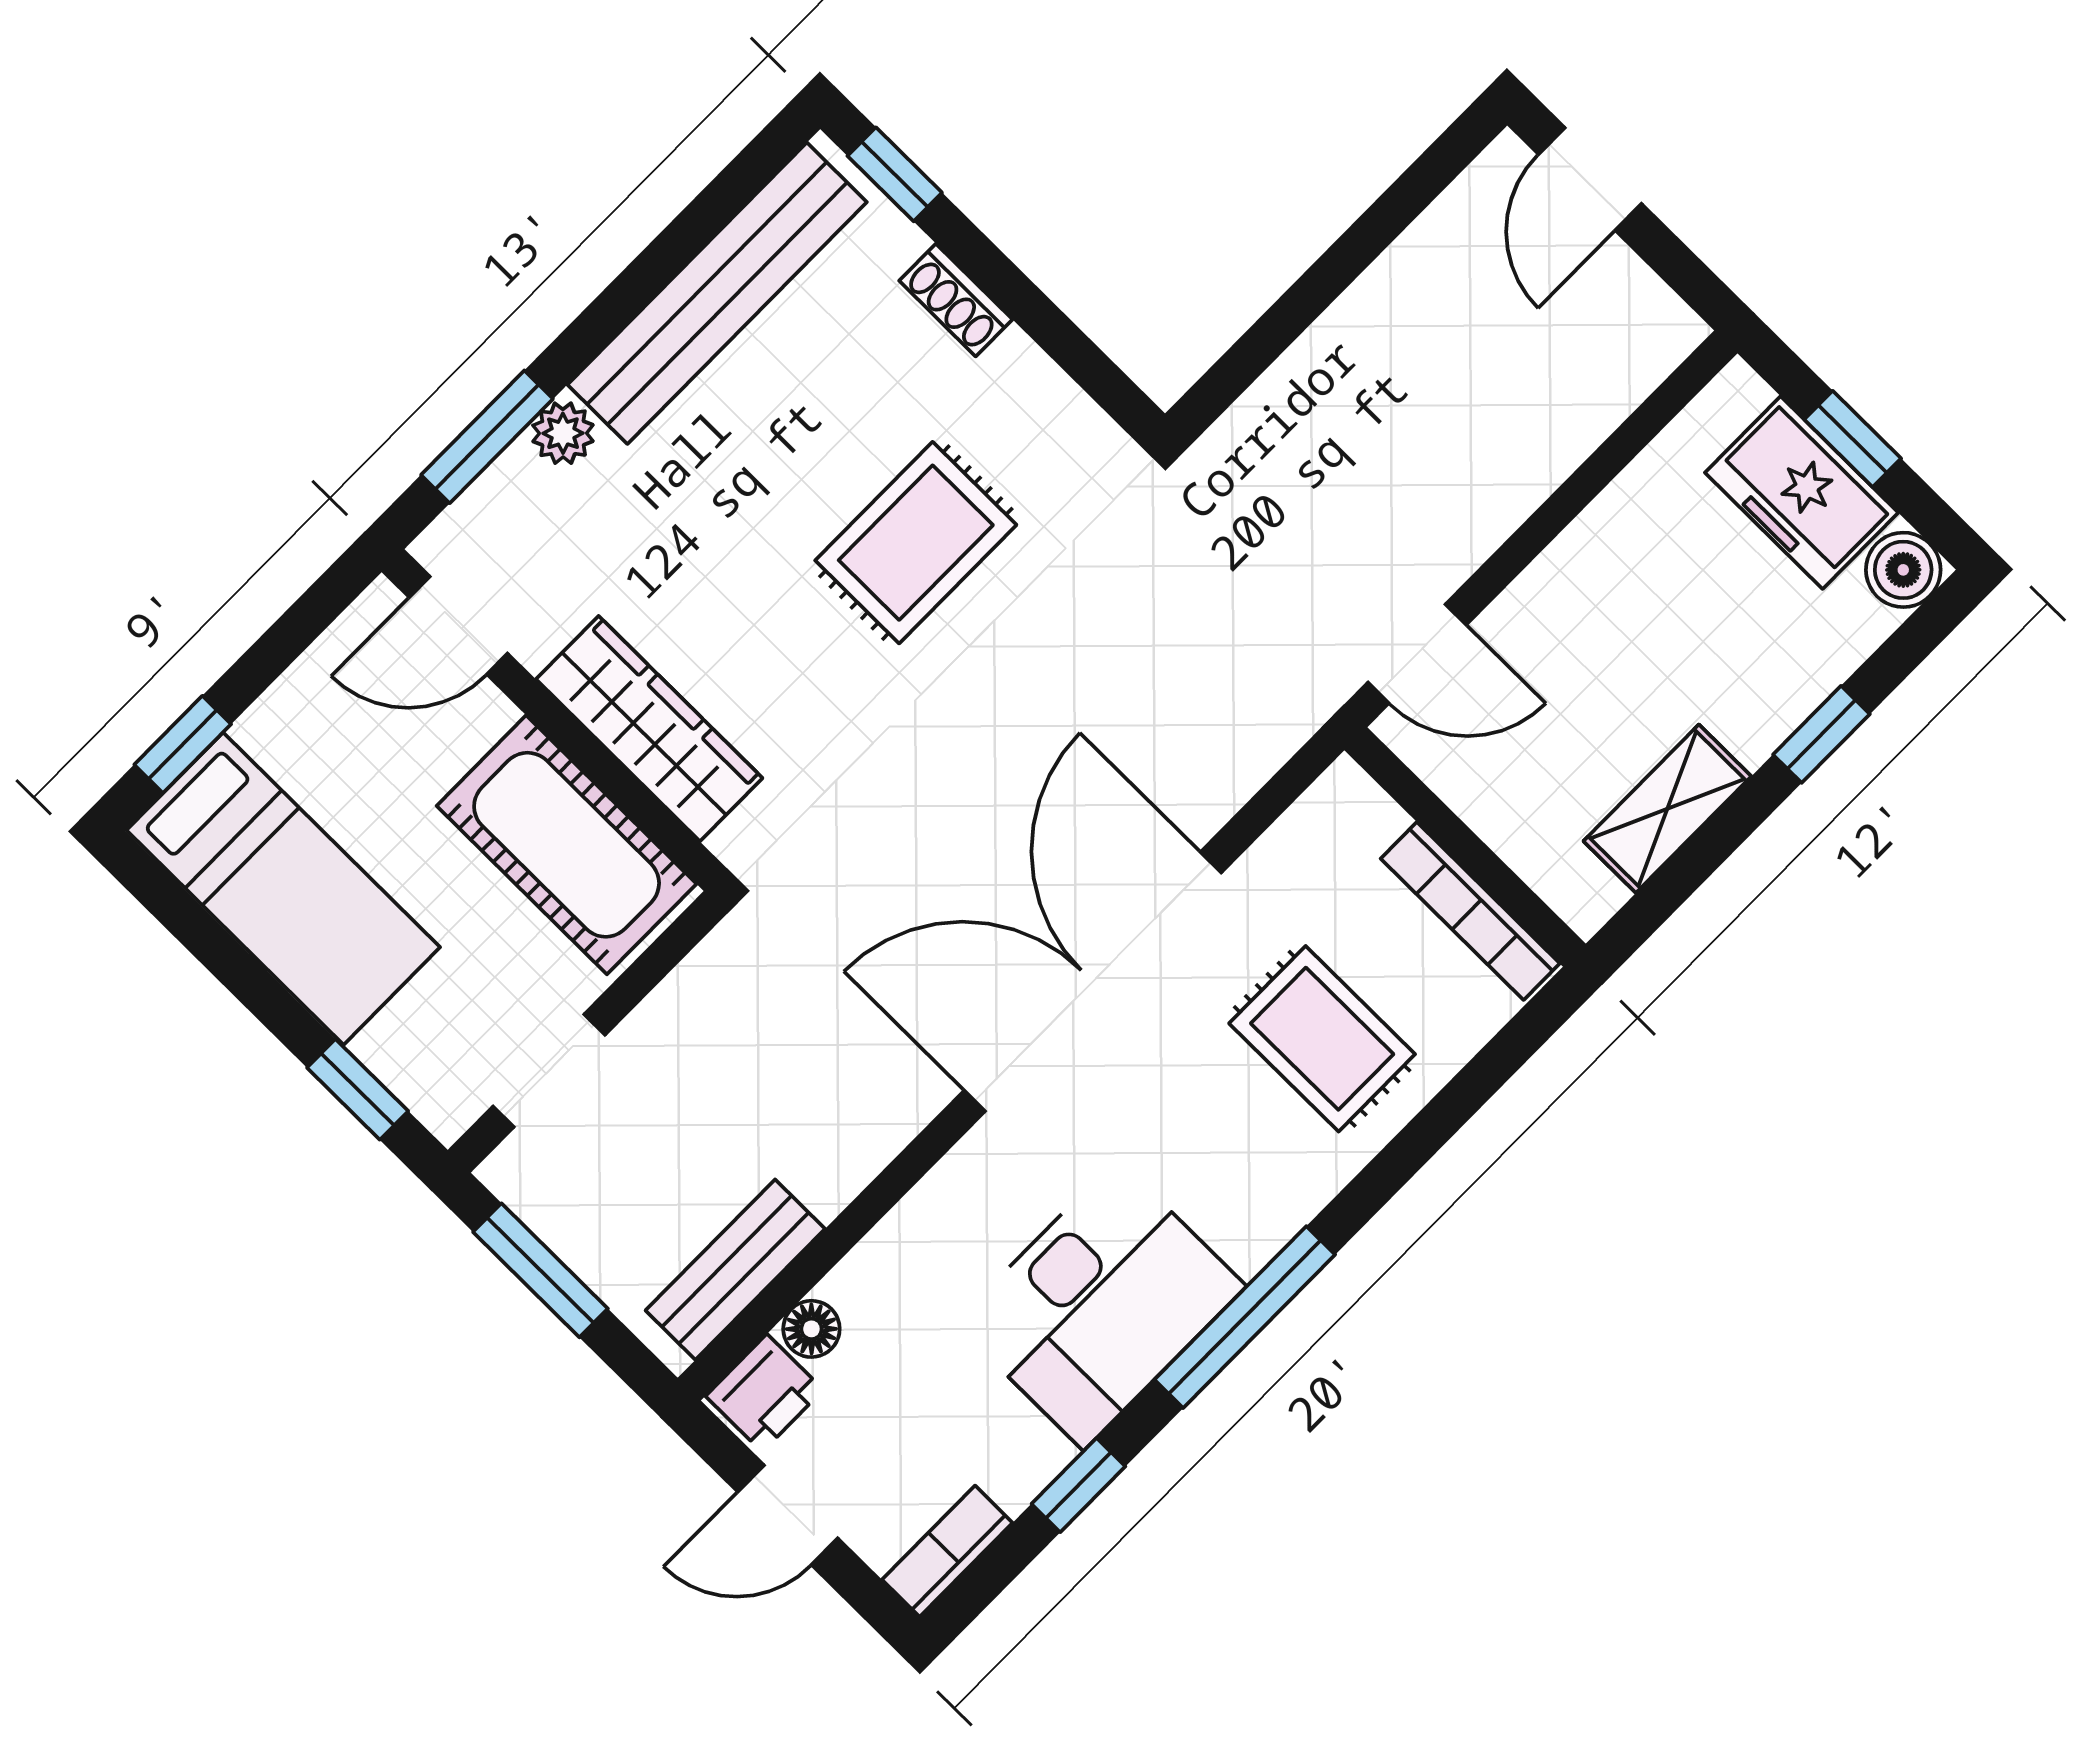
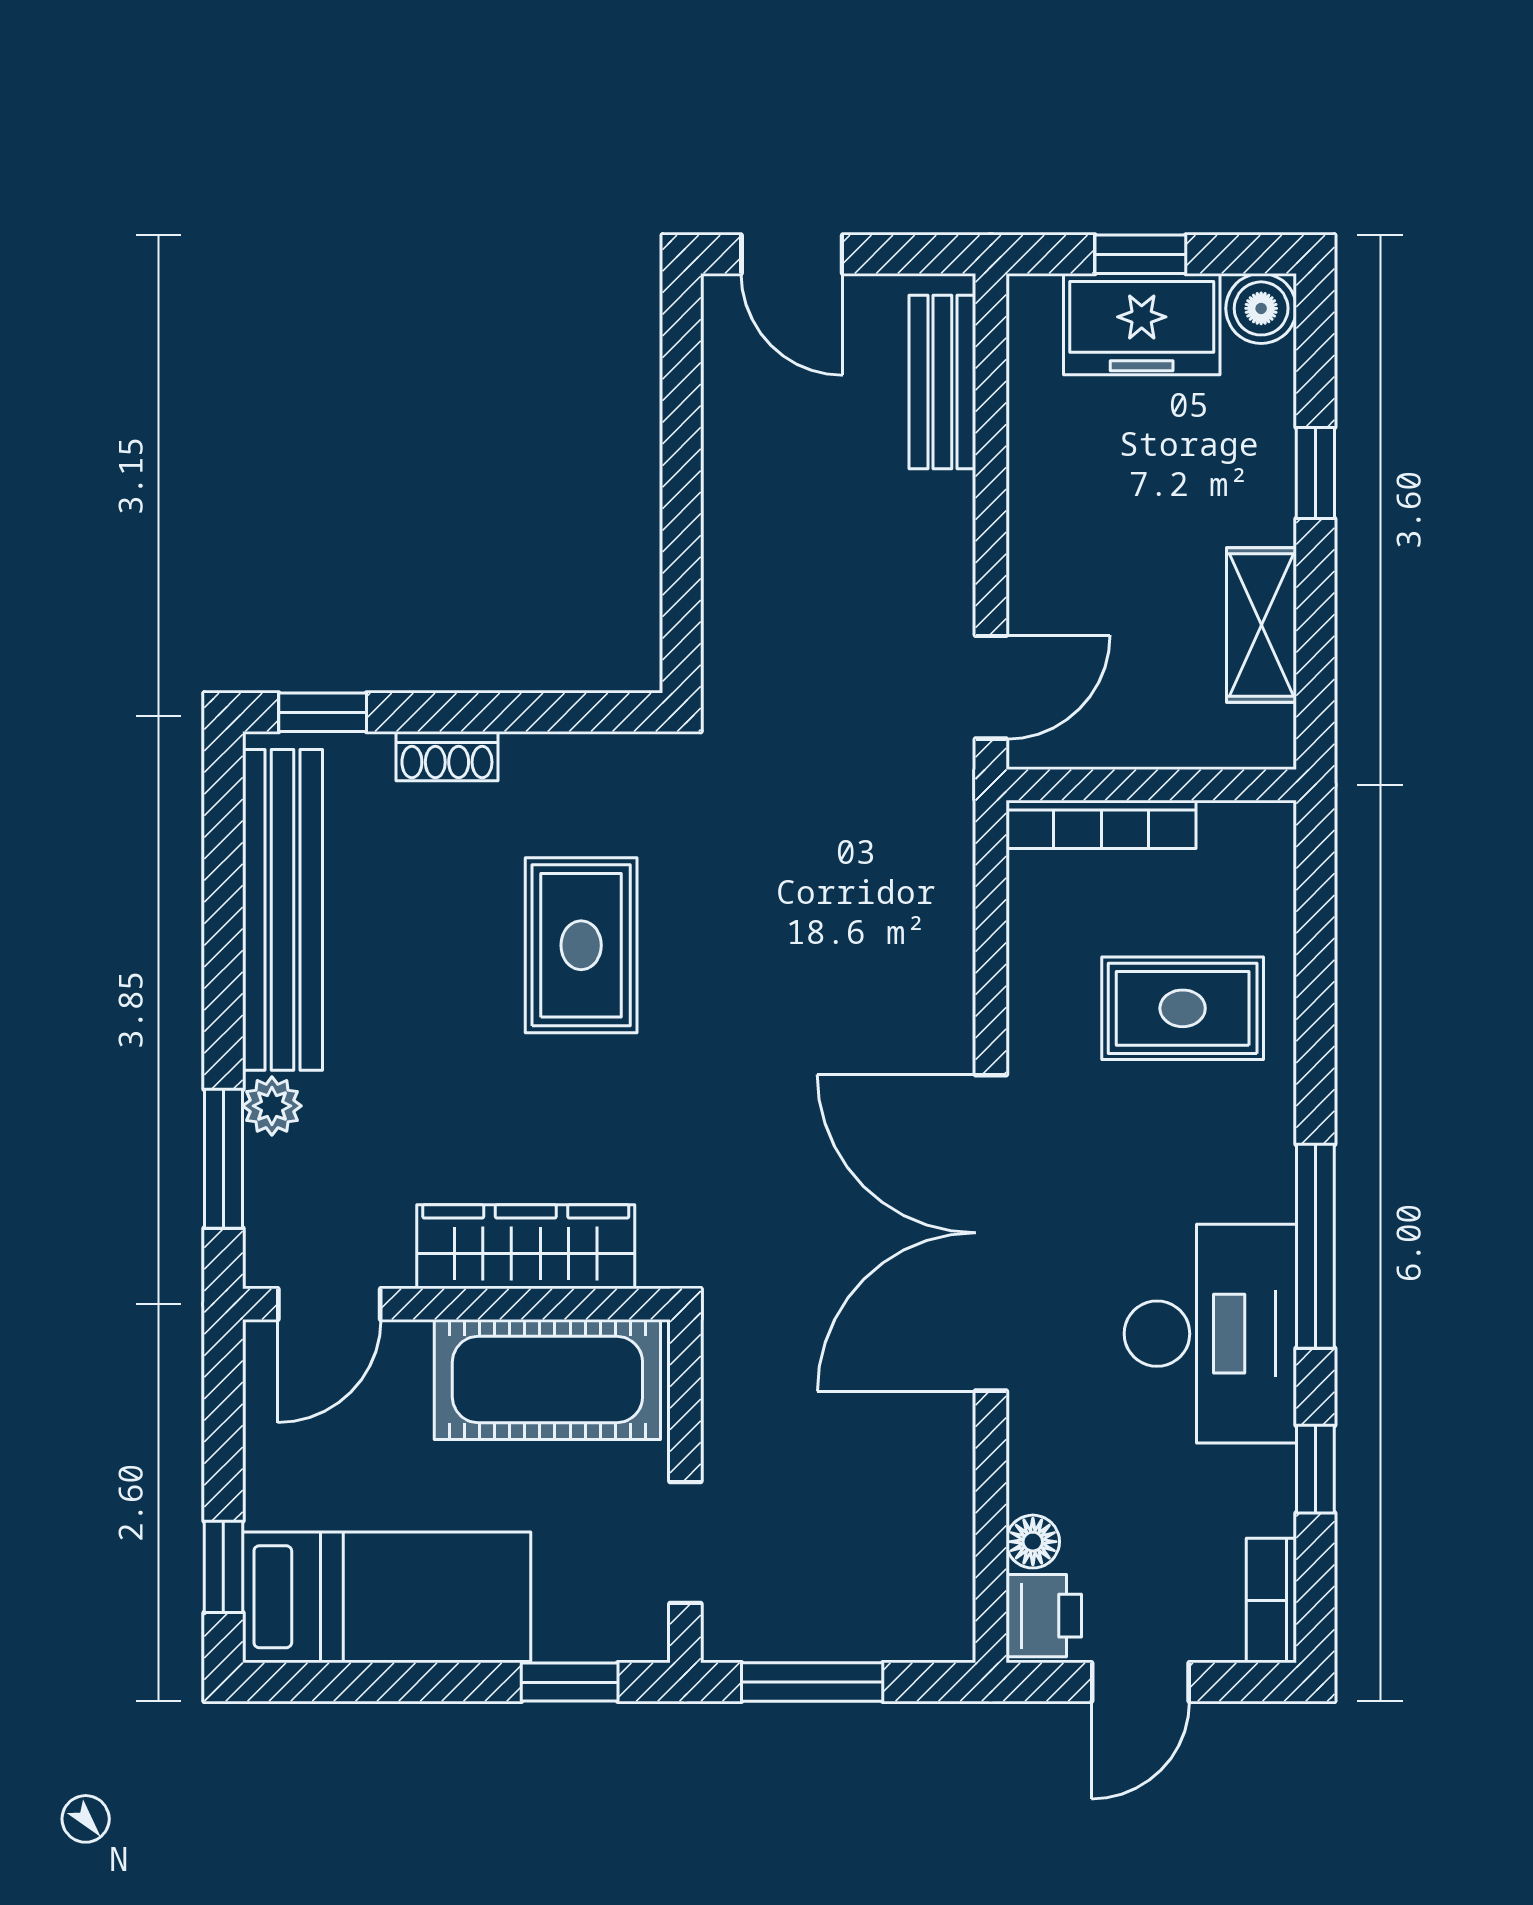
bookcase: (1470, 911) -> (1101, 824), moved
double door: (1093, 982) -> (991, 1233), moved
bench: (735, 1270) -> (942, 382), moved

